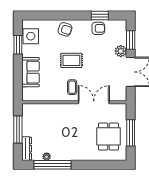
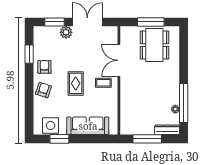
armchair: (98, 28) -> (44, 67), moved
sofa: (31, 72) -> (88, 126), width x1.36
dining table: (108, 136) -> (154, 45), width x1.38

